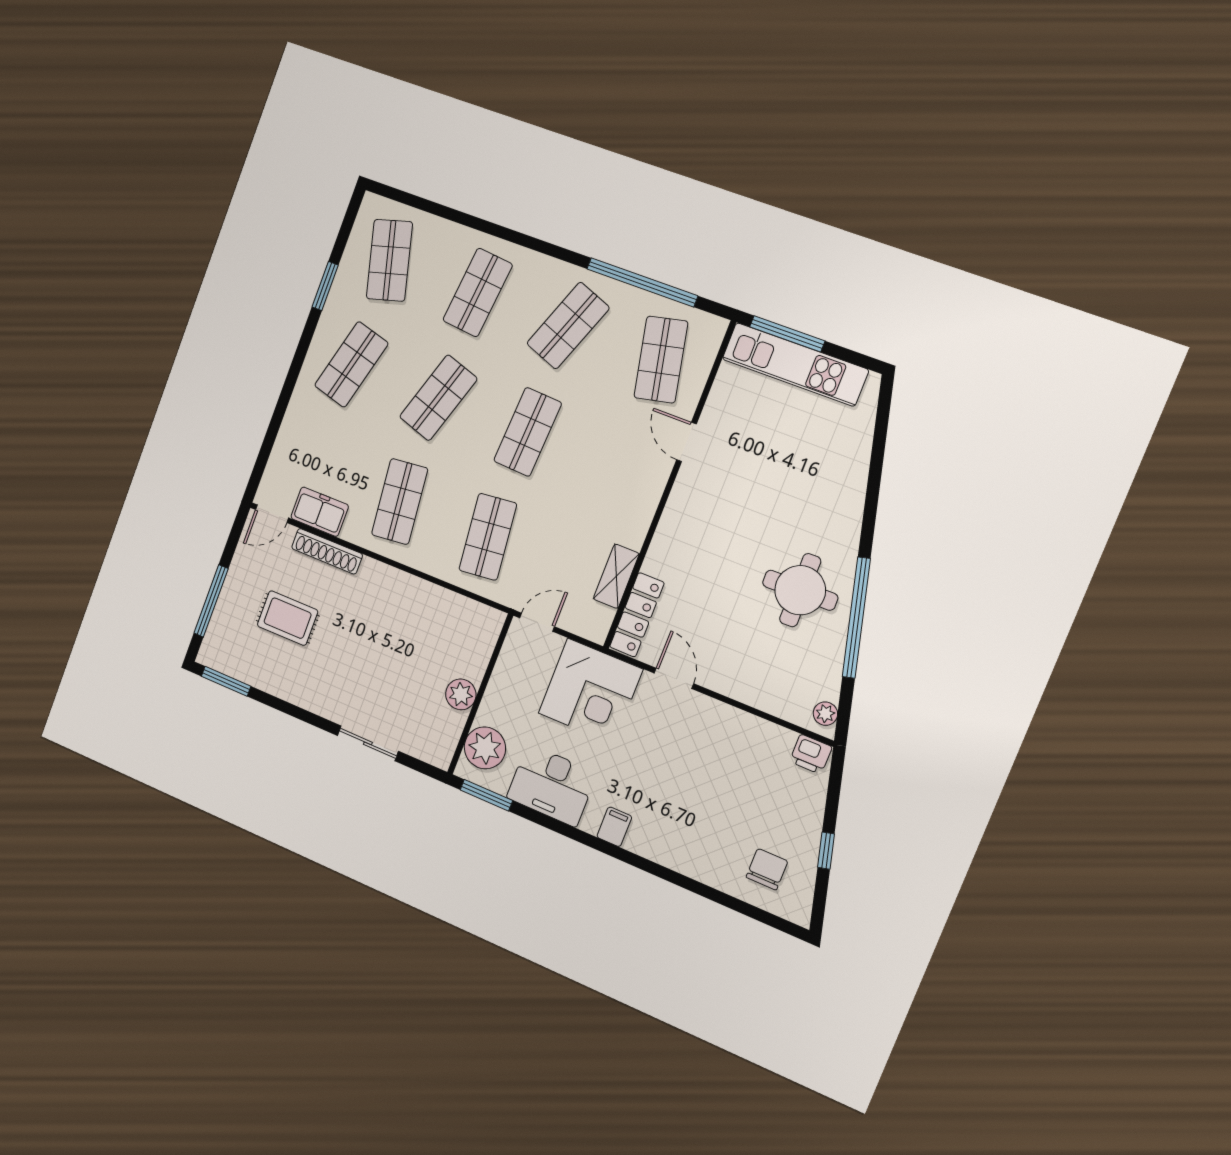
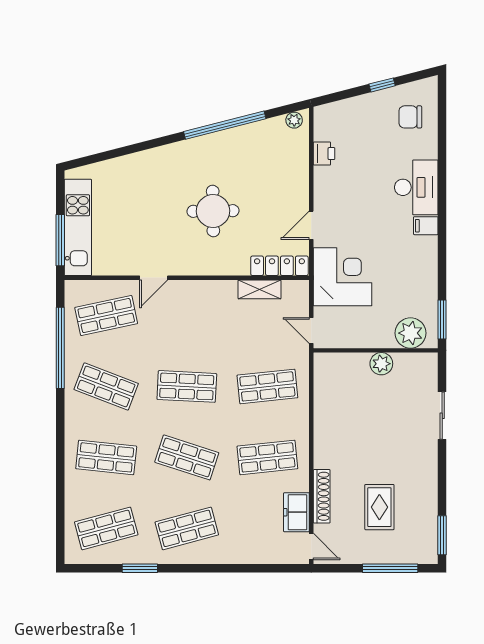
shop shelf: (351, 364) -> (187, 528), turned -30
round table: (800, 590) -> (213, 211), moved
printer: (811, 754) -> (324, 154), moved
desk: (552, 785) -> (416, 187), moved

